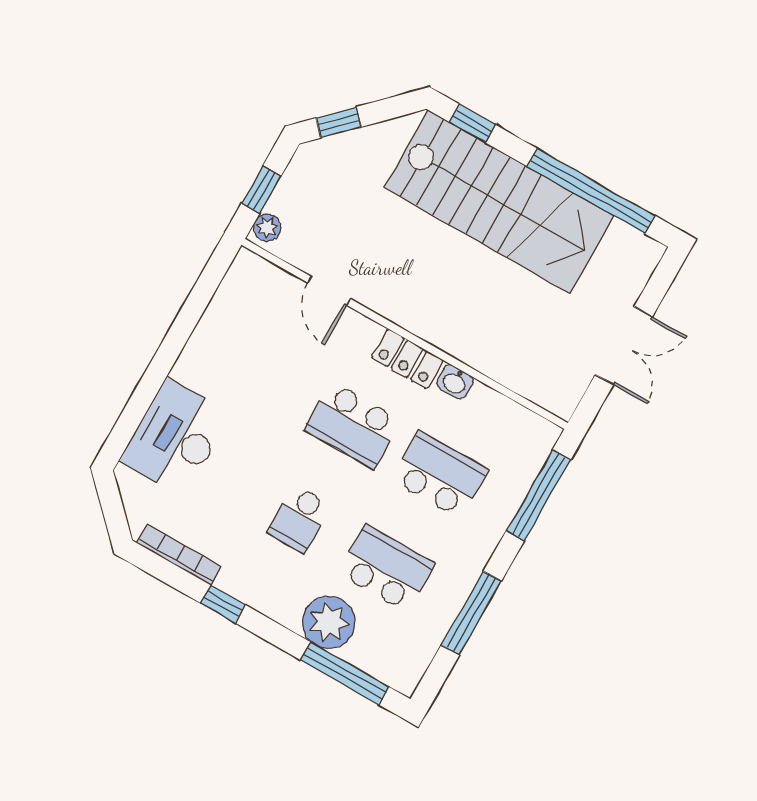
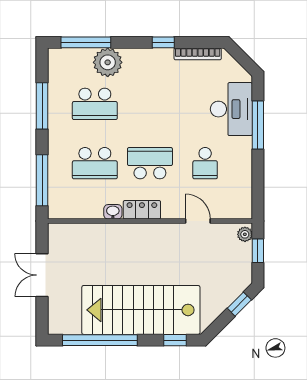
window: (148, 388) -> (258, 125), added
school desk: (299, 519) -> (205, 163), moved, turned 180

